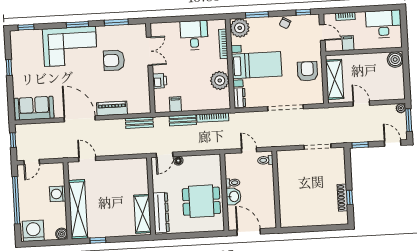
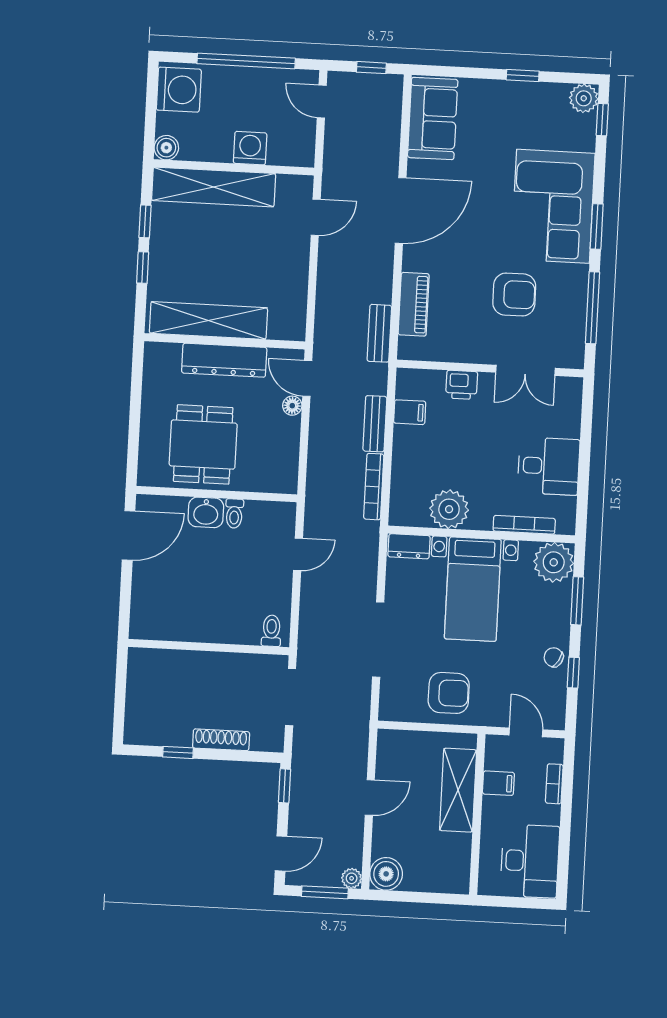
window: (303, 12) -> (573, 673), moved
window: (116, 22) -> (592, 308), width x1.44
door: (322, 32) -> (526, 732), swing flipped
plant: (17, 37) -> (584, 98), added
boiler: (395, 59) -> (386, 874), moved
armchair: (114, 60) -> (514, 295), turned 90
shelving: (335, 79) -> (458, 790), moved, turned 90
piano: (112, 108) -> (414, 304), moved
toilet: (265, 160) -> (271, 631), moved
wall: (276, 189) -> (209, 647), moved
shoe rack: (342, 198) -> (221, 740), moved
dresser: (161, 213) -> (224, 360), moved
shelving: (142, 214) -> (208, 321), width x1.47
window: (120, 239) -> (143, 268), added

